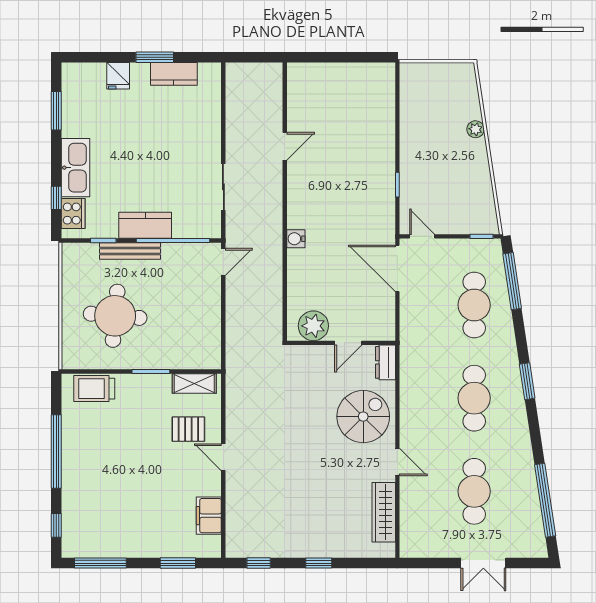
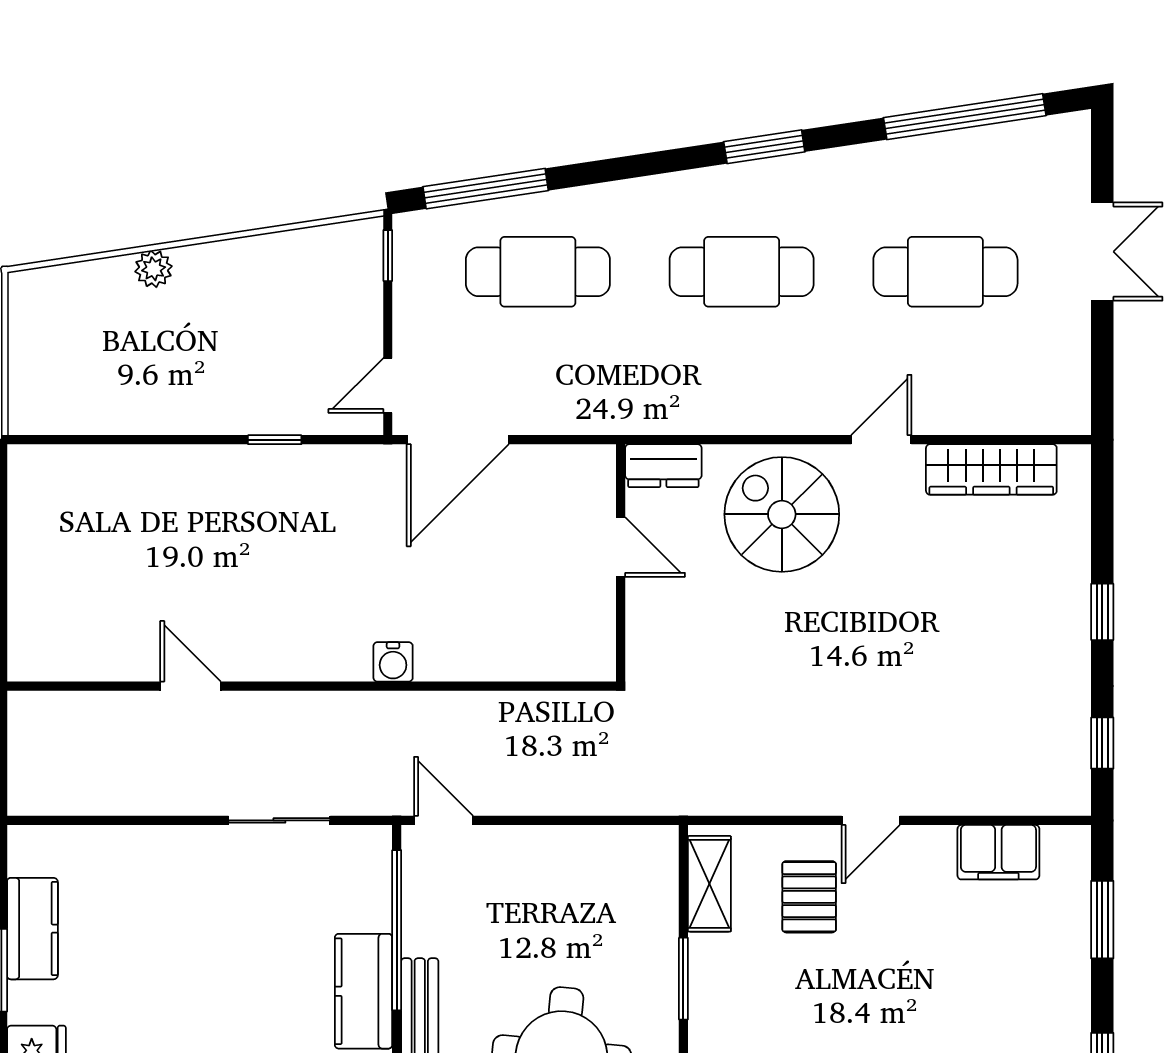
plant: (313, 326) -> (583, 623), removed
window: (527, 381) -> (764, 147), moved

